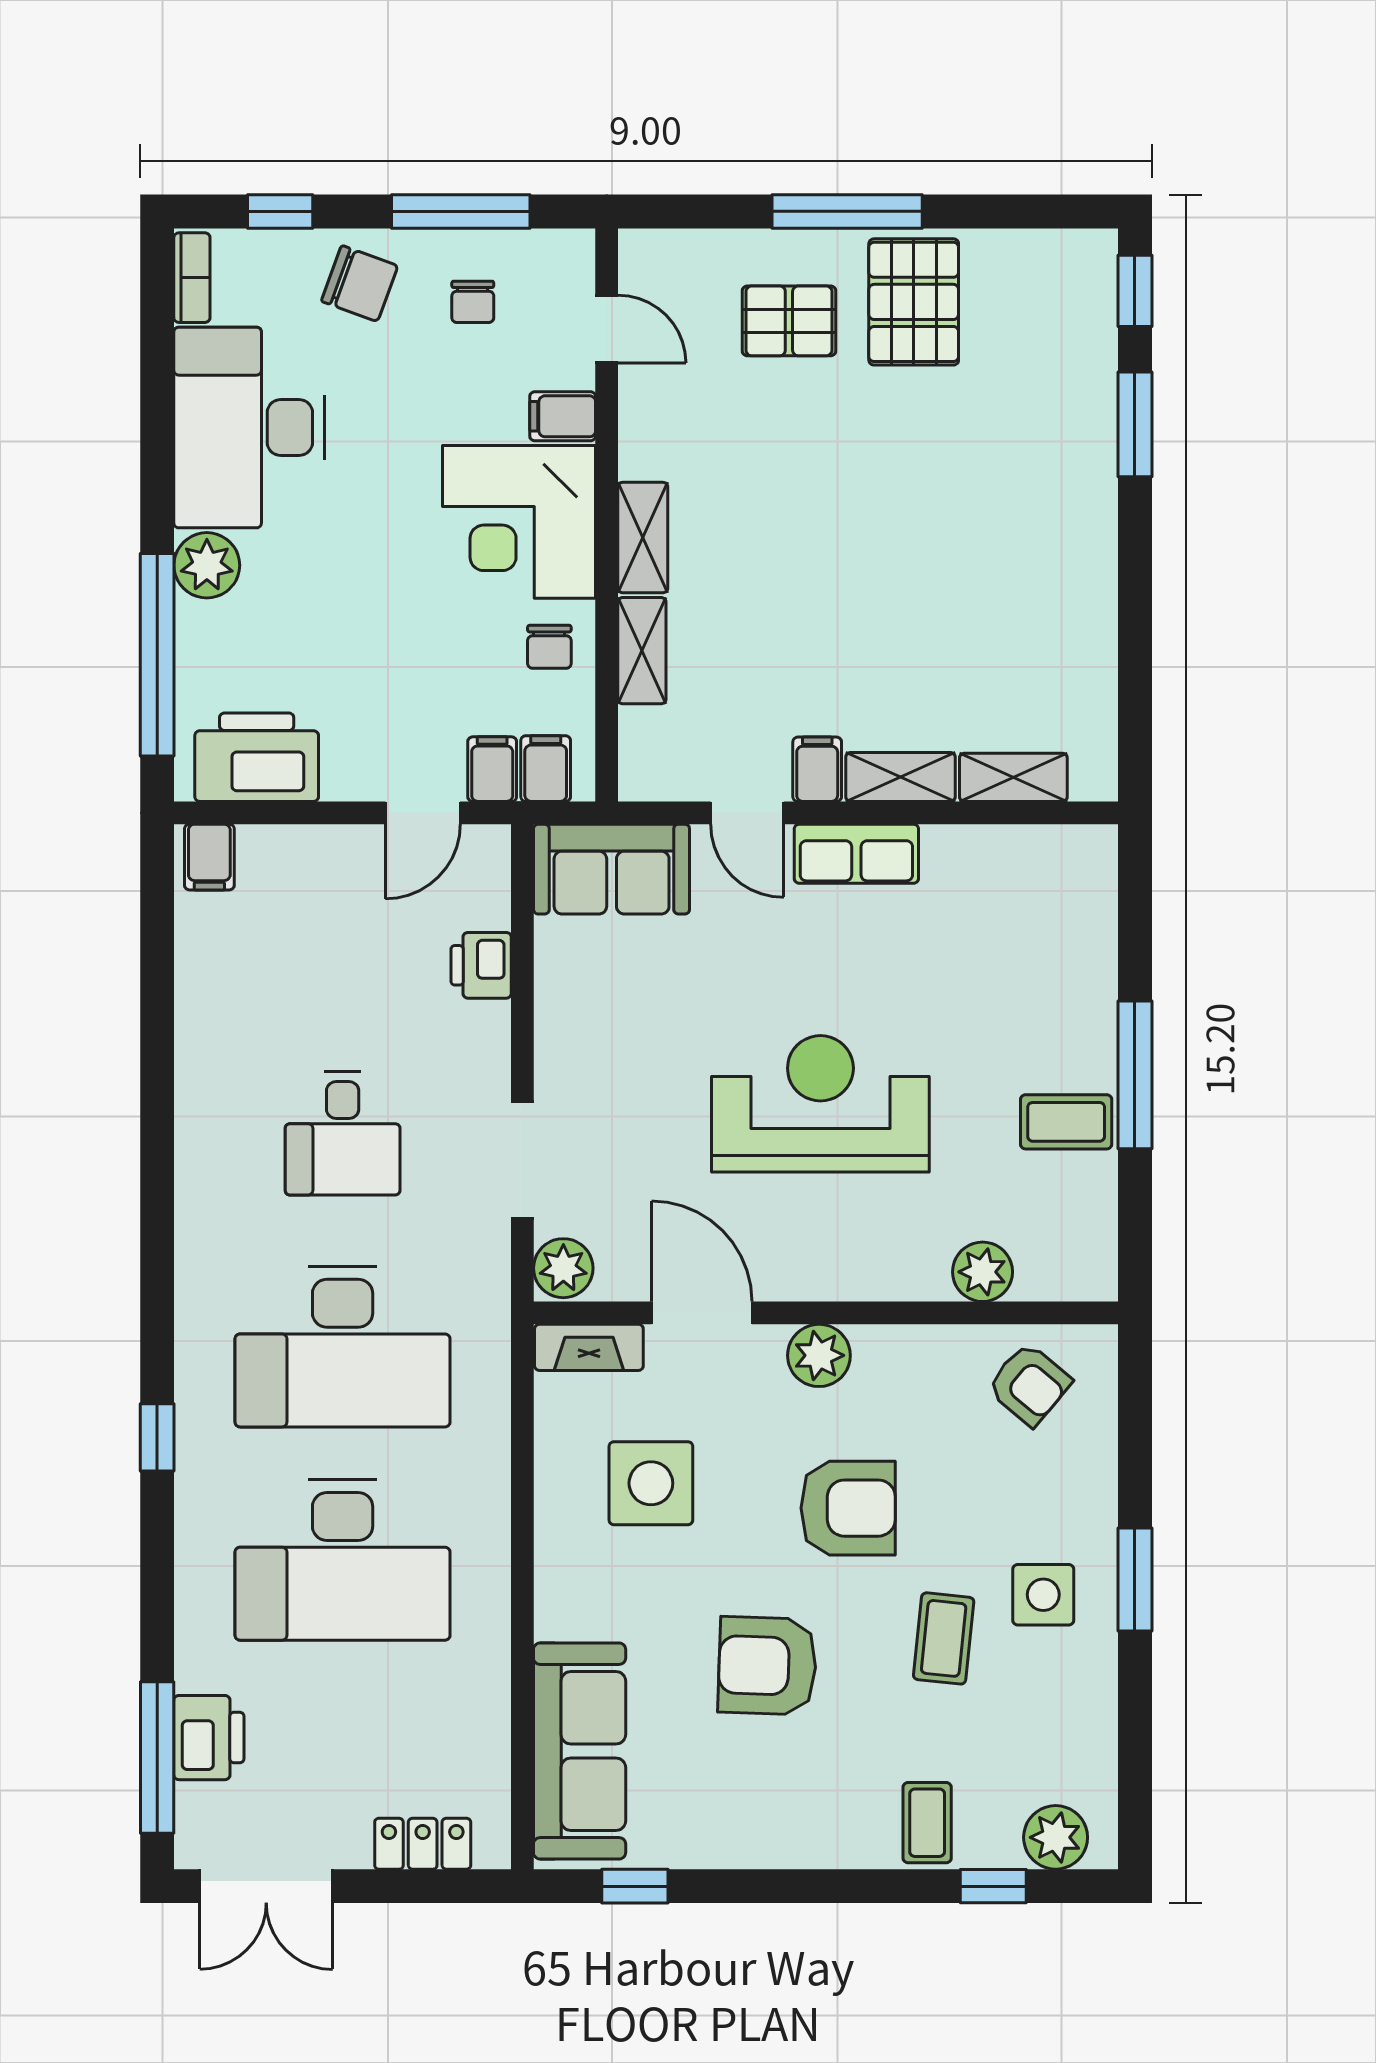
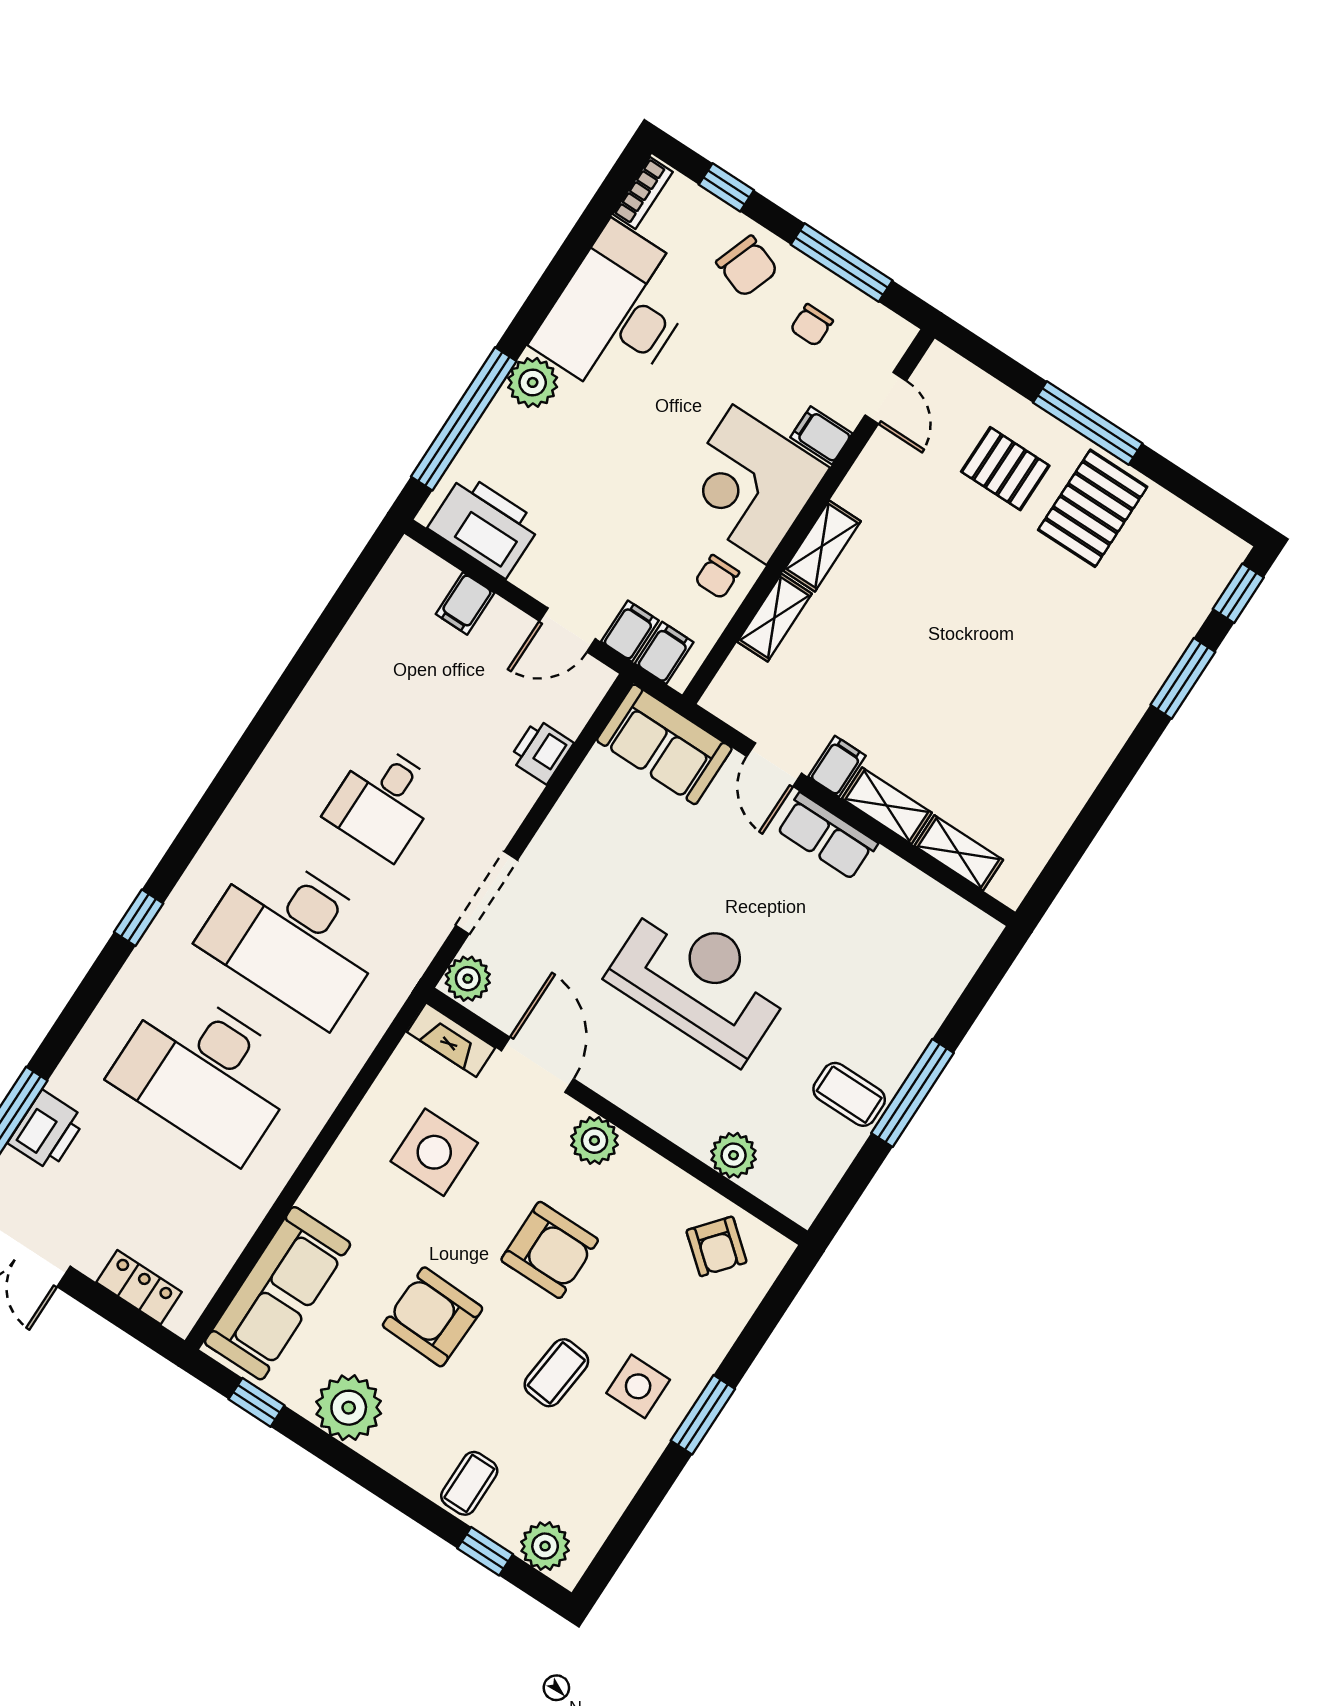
filing cabinet: (209, 857) -> (465, 603), moved
plant: (740, 1826) -> (349, 1408), added

